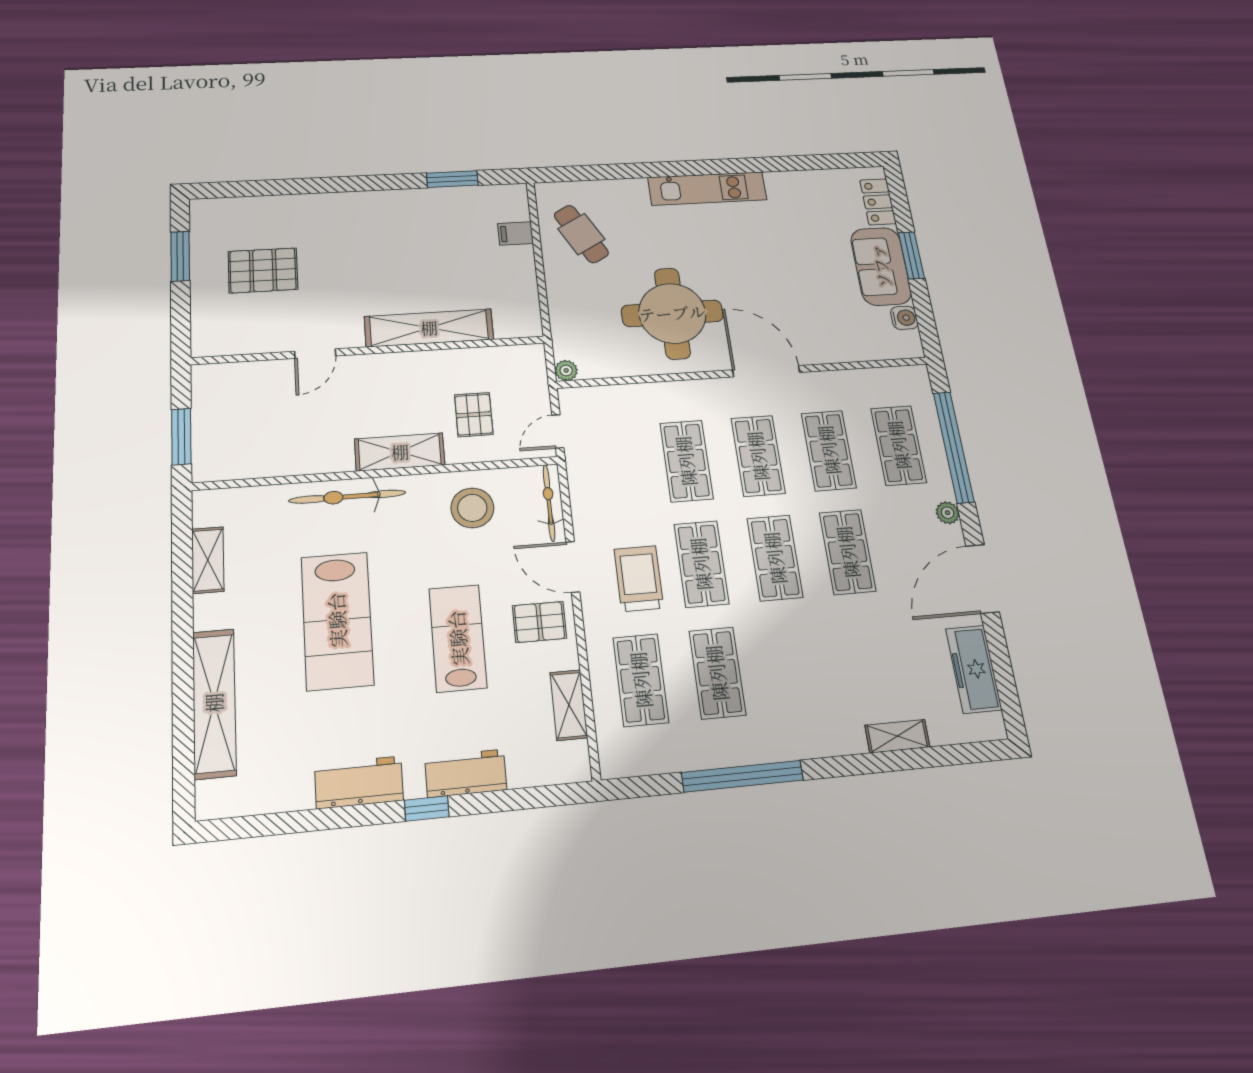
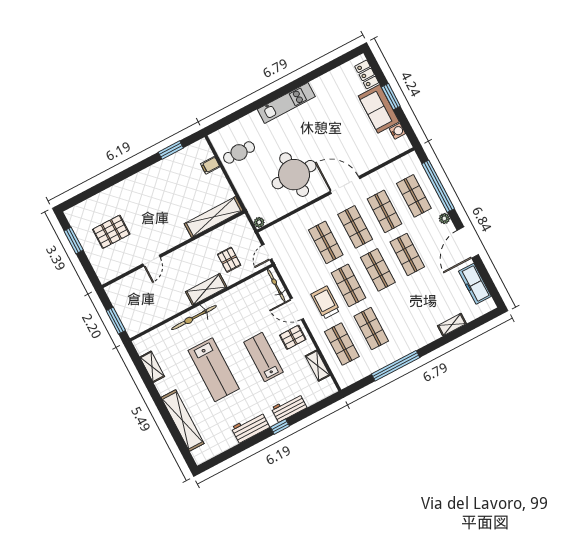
cafe table: (581, 234) -> (239, 152), turned -61
shelving: (429, 328) -> (214, 217), moved
stool: (472, 508) -> (246, 301), removed

